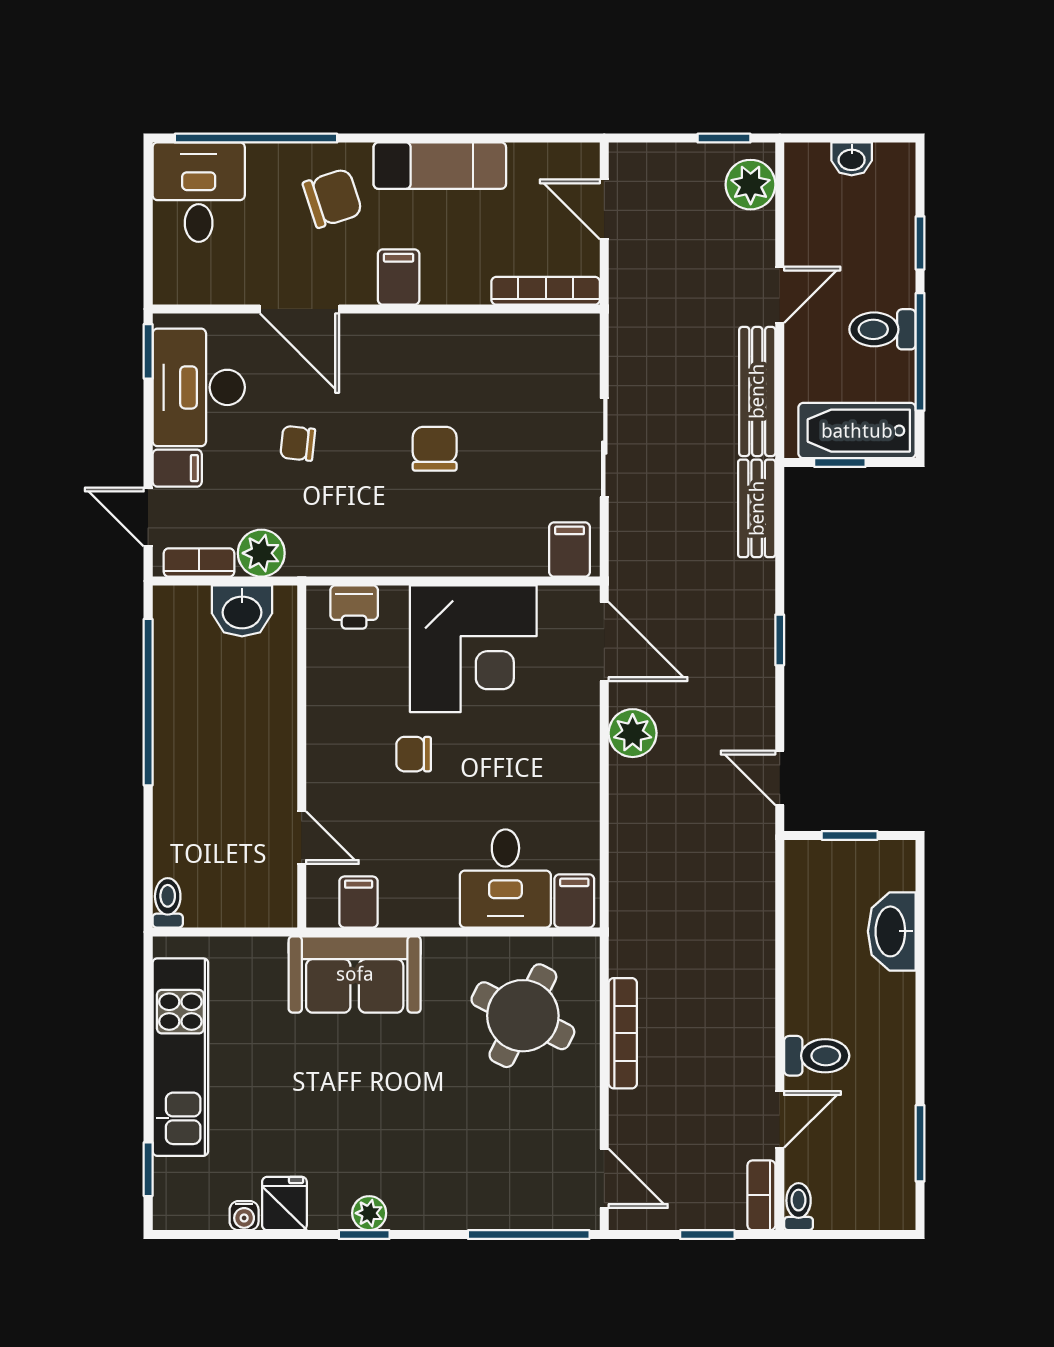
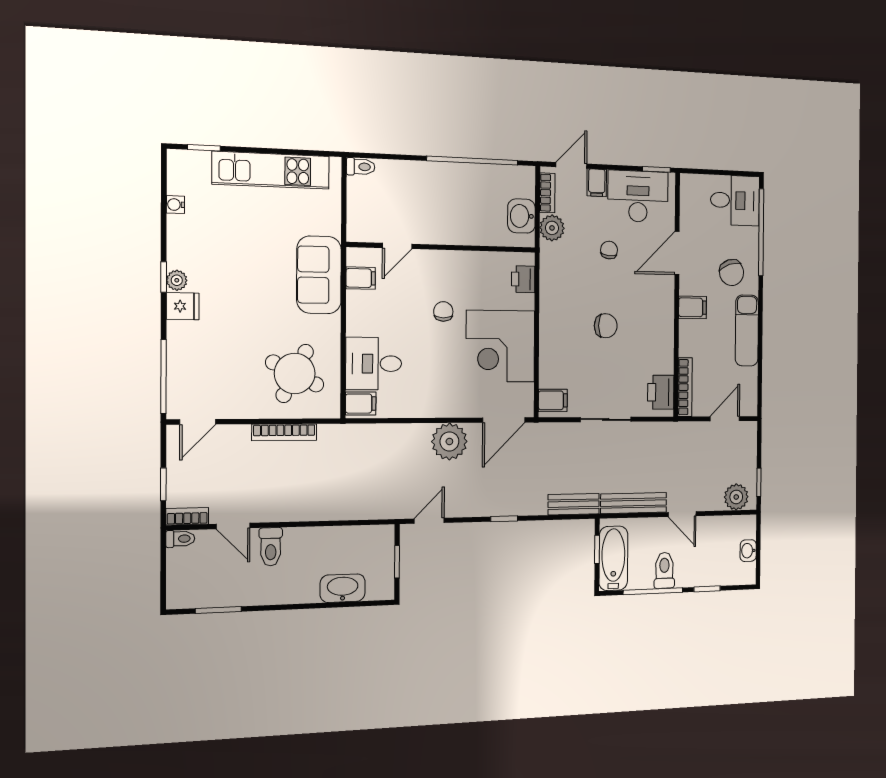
printer: (555, 339) -> (661, 392), added
plant: (633, 733) -> (449, 441), width x1.36, depth x1.36
fridge: (284, 1203) -> (183, 306), moved

